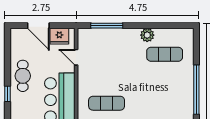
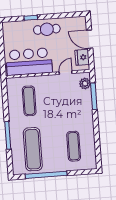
door: (38, 26) -> (90, 39), hinge flipped
plant: (147, 35) -> (85, 84), moved
exercise mat: (165, 103) -> (33, 149), added

